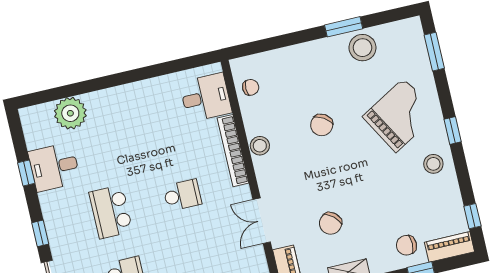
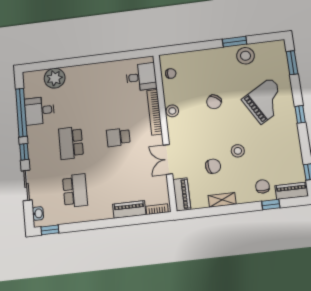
stool: (433, 164) -> (238, 151), moved
window: (26, 173) -> (21, 113), width x3.17
school desk: (182, 195) -> (118, 137), turned 180
chair: (331, 223) -> (213, 166), turned -141
chair: (406, 245) -> (263, 186), turned 90

